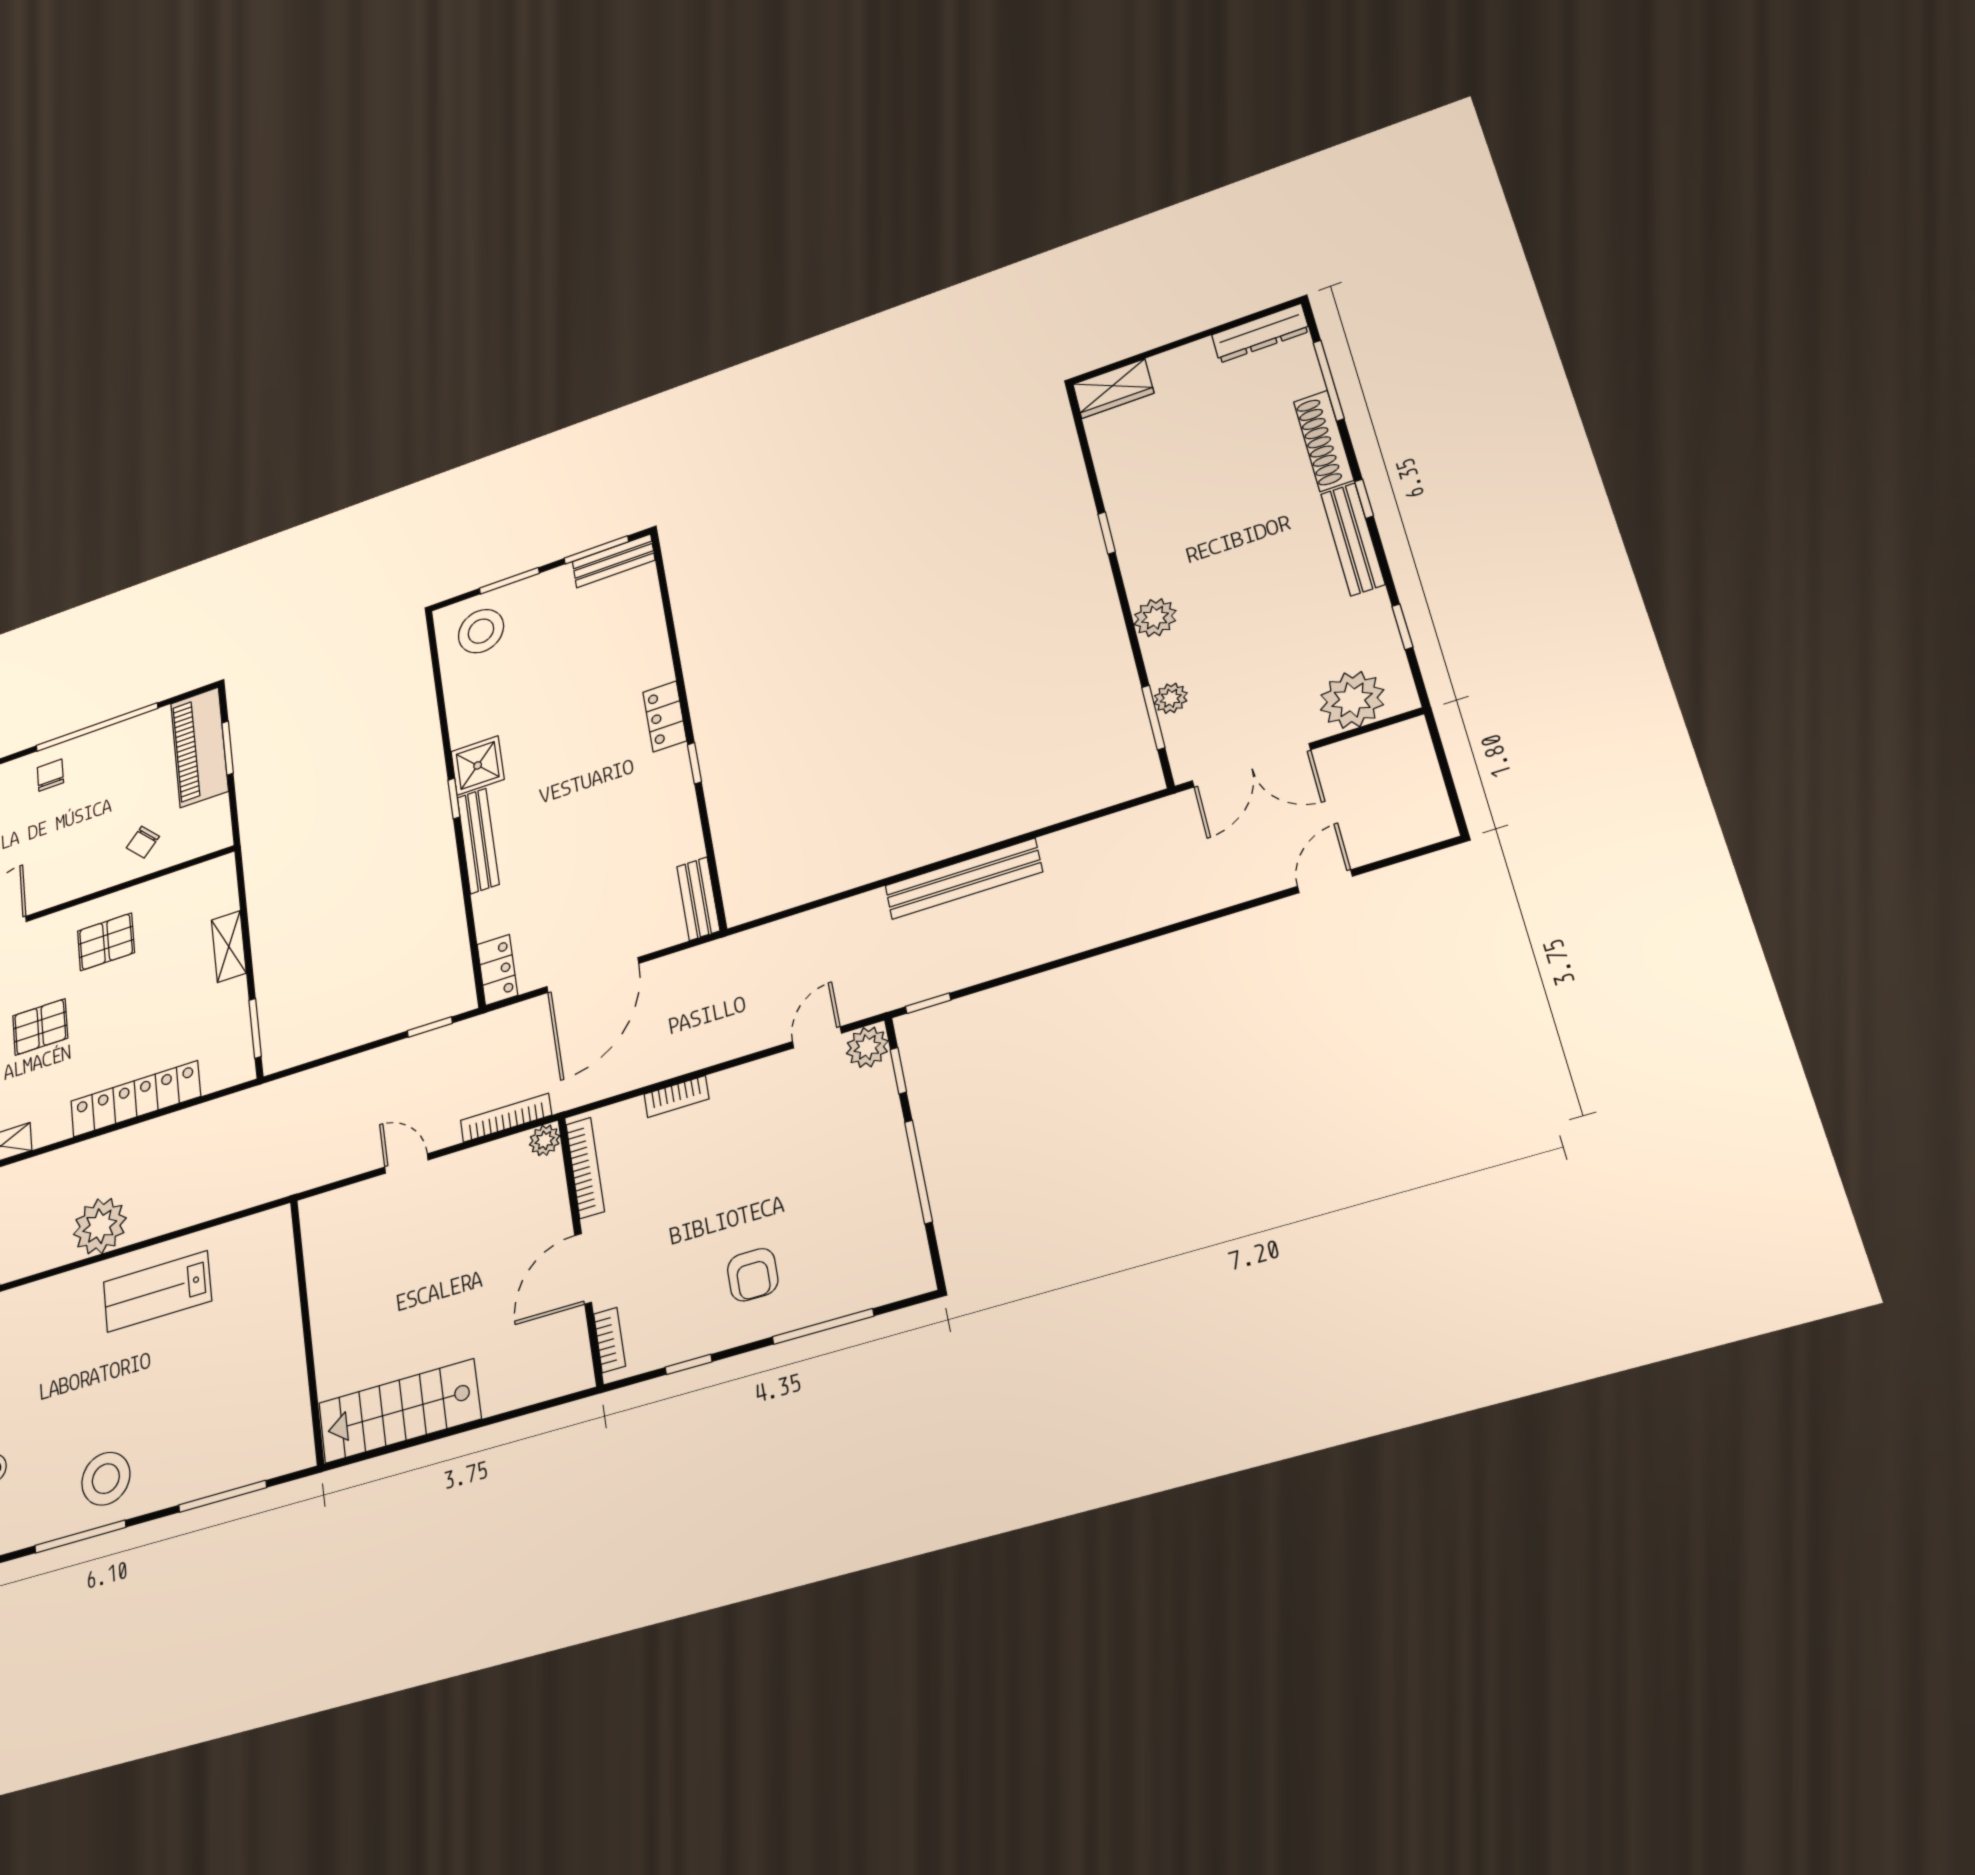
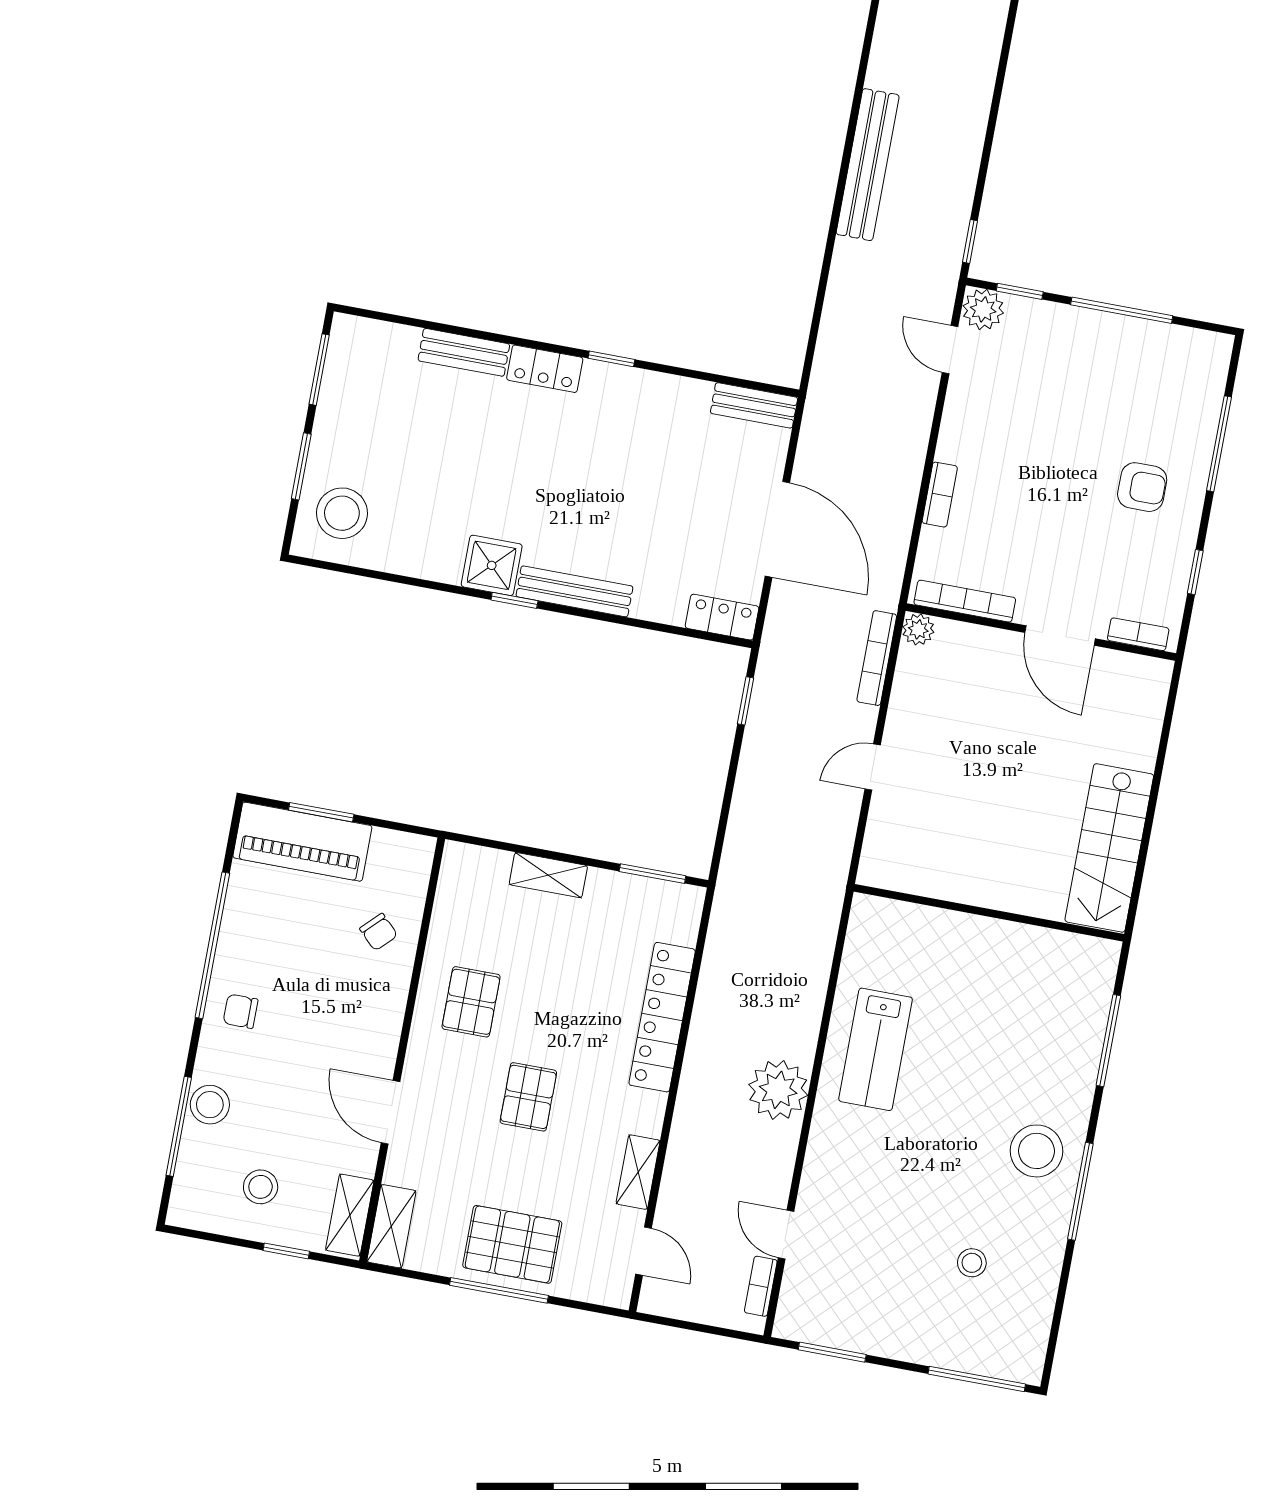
bench: (614, 561) -> (464, 352), moved, turned 90

